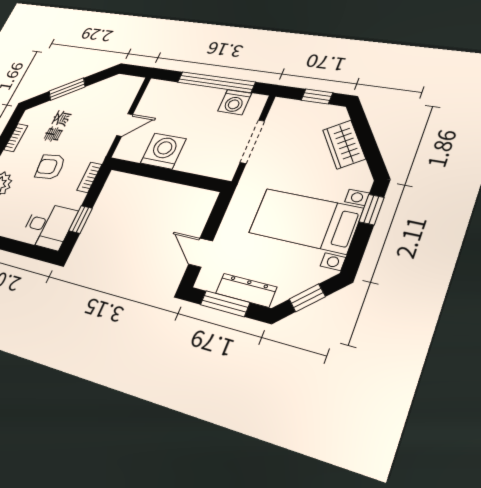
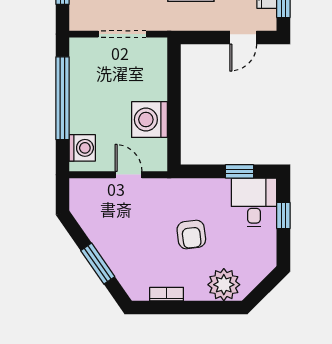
washing machine: (235, 102) -> (82, 148), moved
bookcase: (89, 177) -> (194, 185), removed
window: (24, 249) -> (283, 216), added

